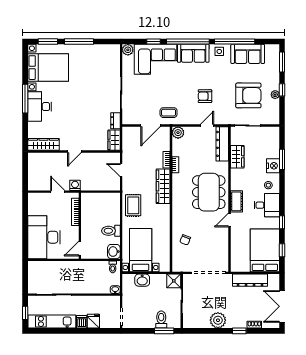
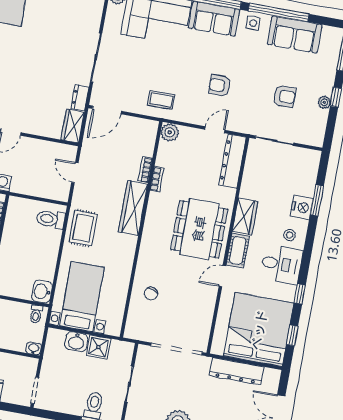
armchair: (248, 95) -> (284, 96), width x0.53, depth x0.53
door: (150, 126) -> (107, 110), moved
wardrobe: (237, 157) -> (245, 216), moved
toilet: (111, 231) -> (51, 219), moved
bed: (265, 250) -> (259, 330), width x1.36
shower: (174, 281) -> (98, 347), moved

